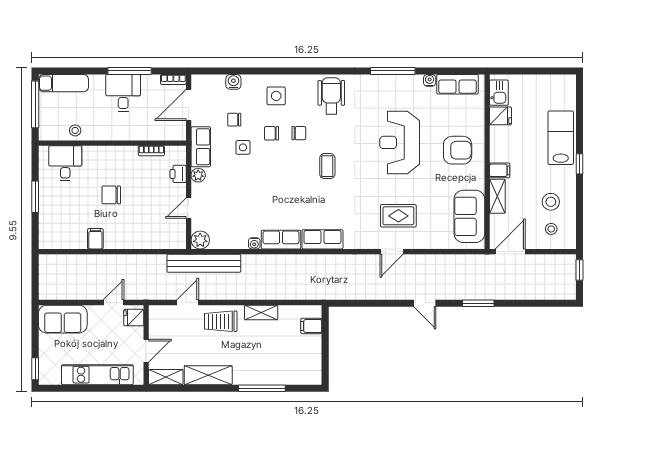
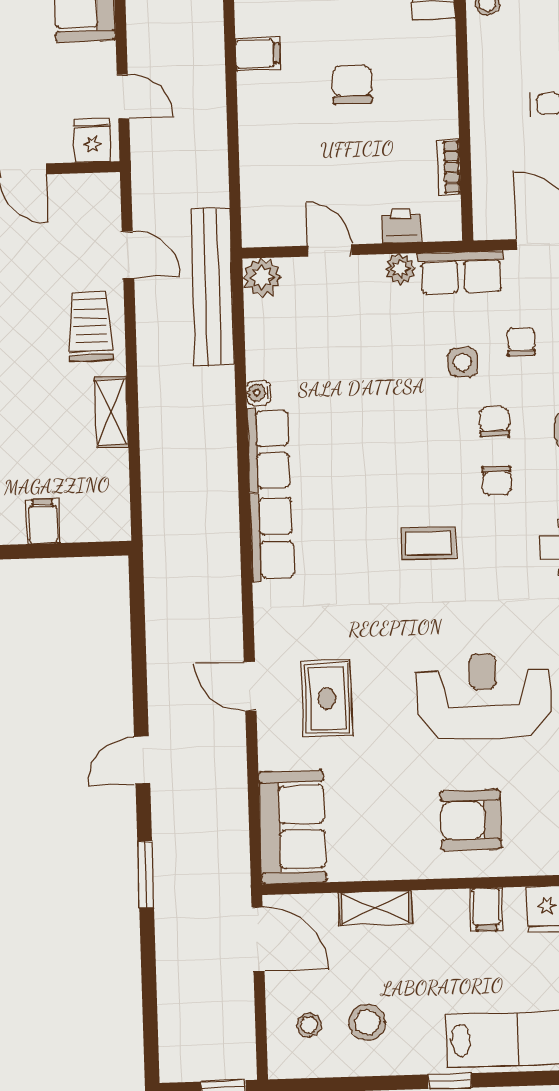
armchair: (458, 150) -> (471, 820), turned 90
filing cabinet: (500, 170) -> (486, 909), moved
sofa: (469, 216) -> (292, 827), moved, turned 90
filing cabinet: (311, 326) -> (43, 521), moved

